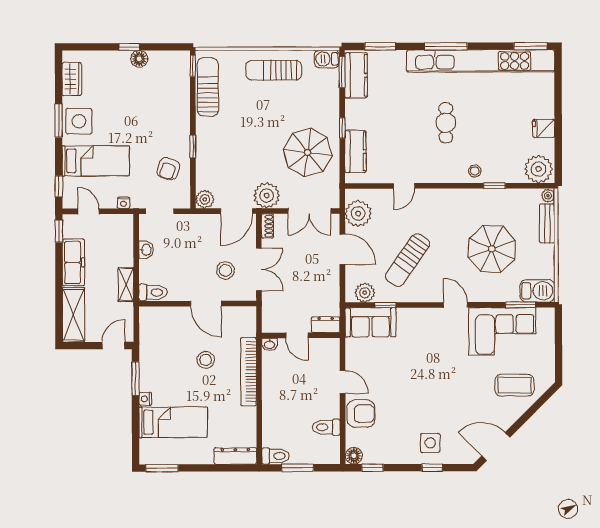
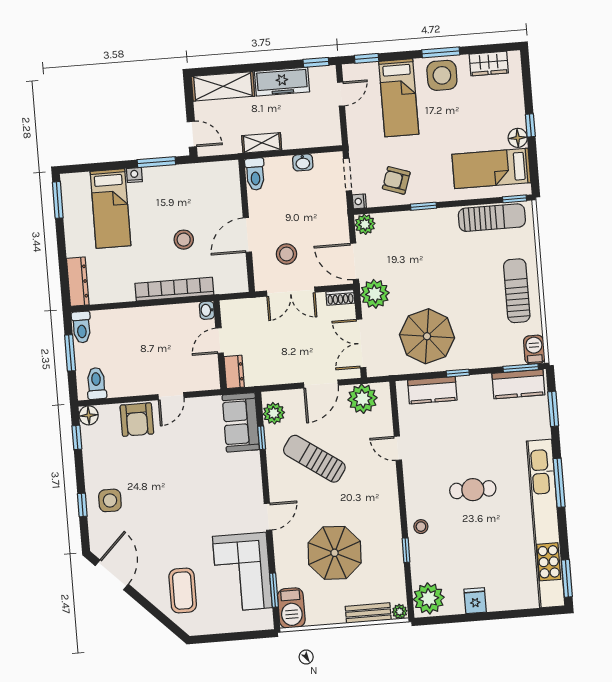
bed: (164, 84) -> (491, 168), added
nightstand: (124, 203) -> (359, 201), moved
toilet: (326, 427) -> (96, 383), moved

